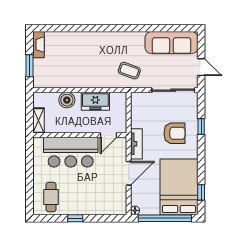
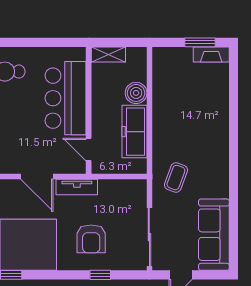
window: (30, 66) -> (200, 42), moved
freezer: (95, 101) -> (135, 132), width x1.40

